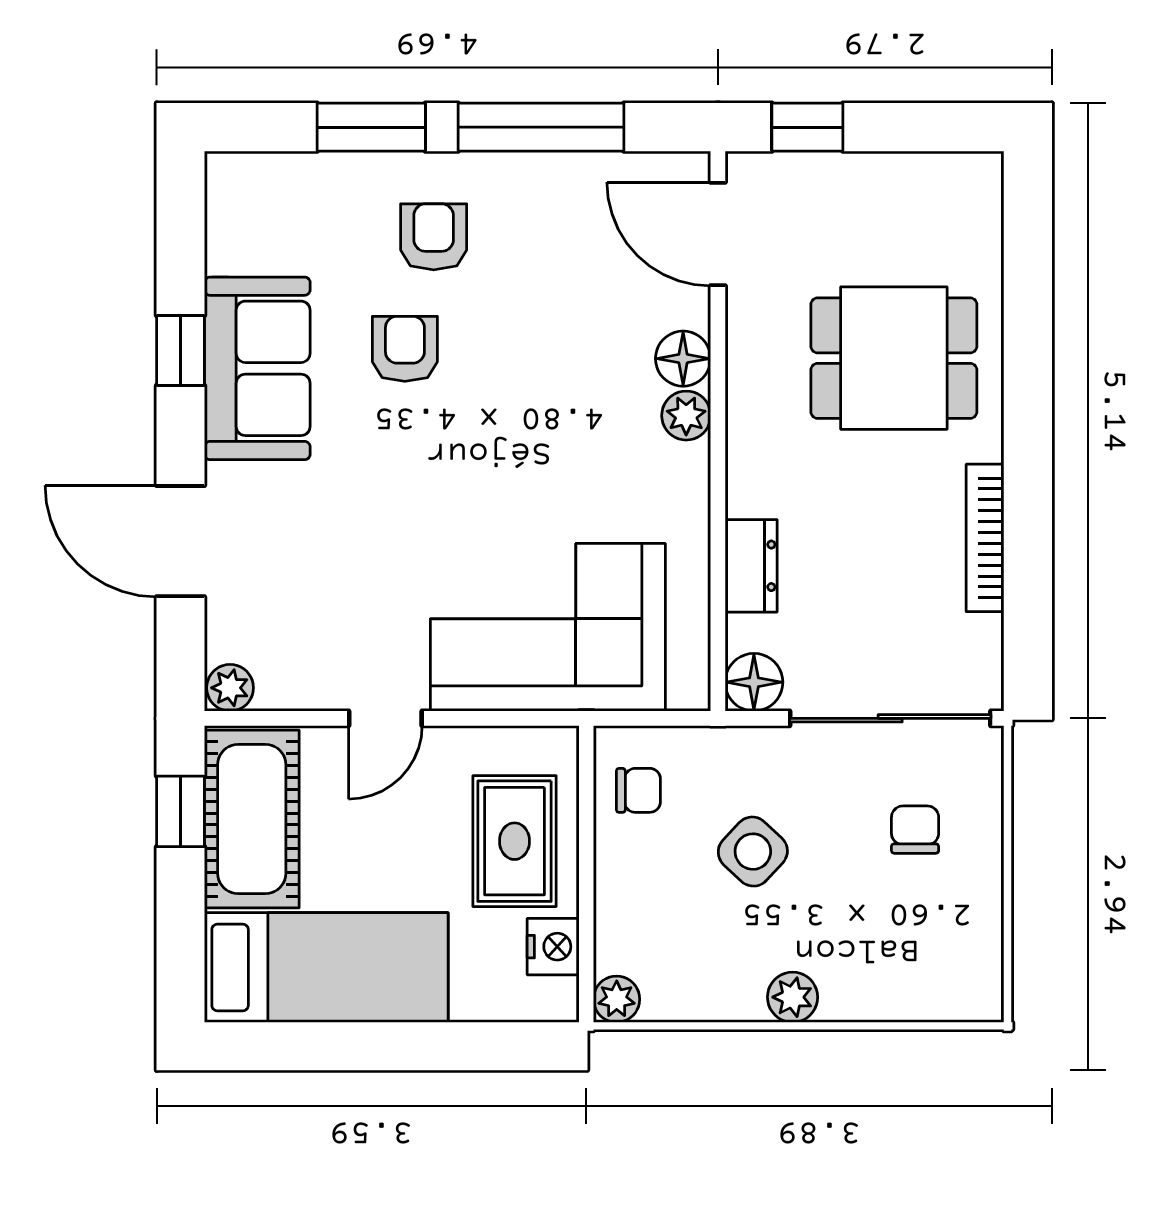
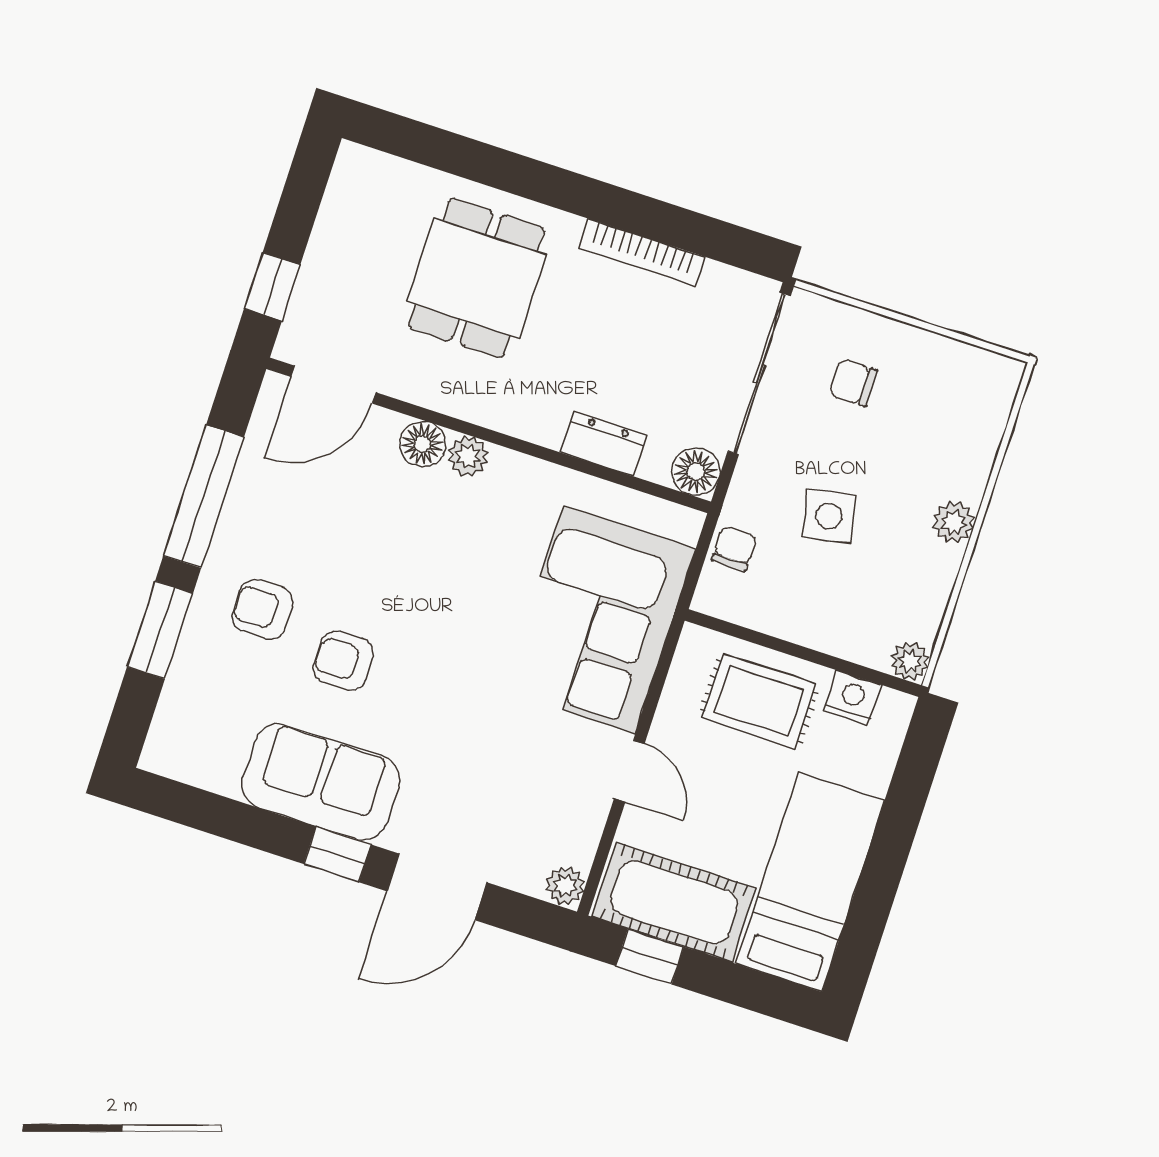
window: (181, 351) -> (337, 854), moved
chair: (638, 790) -> (734, 549), moved
side table: (753, 852) -> (829, 516), turned 35

